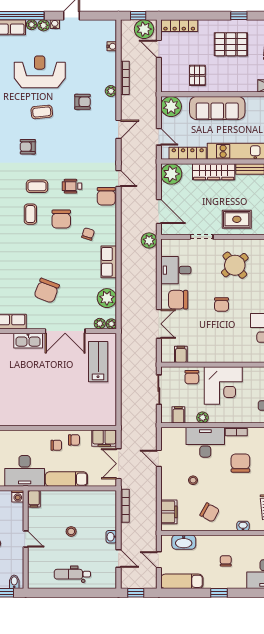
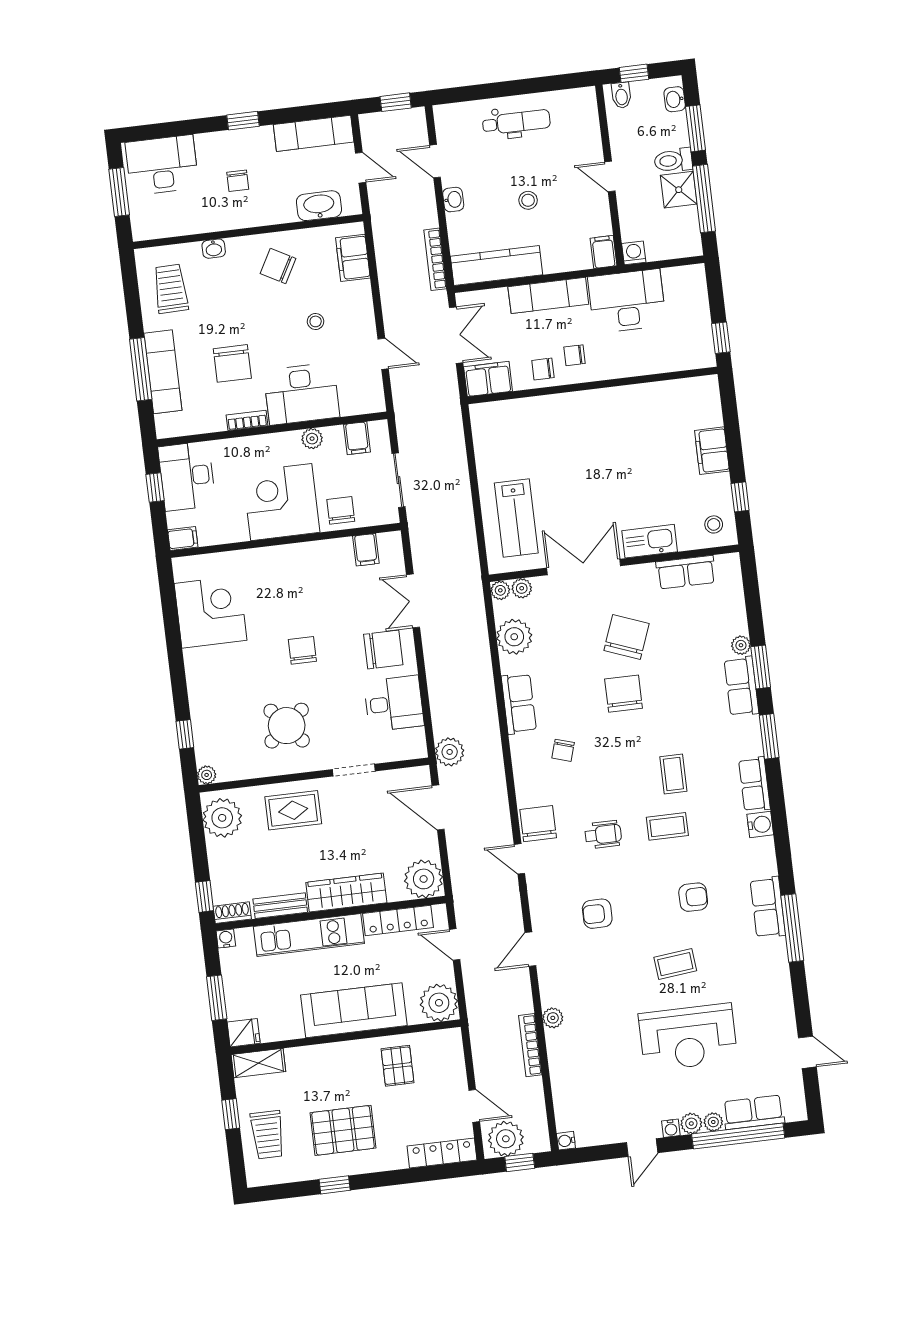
water cooler: (112, 46) -> (566, 1141), moved
armchair: (82, 102) -> (597, 914), moved
chair: (61, 219) -> (624, 694), moved
kitchen counter: (92, 499) -> (496, 265), added

